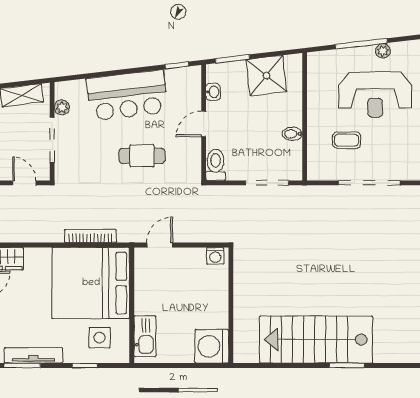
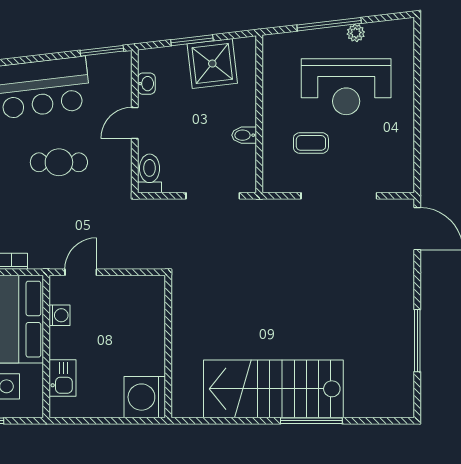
window: (233, 59) -> (192, 40), moved
window: (177, 65) -> (102, 51), width x1.50
washing machine: (215, 256) -> (60, 315), moved, turned -90
kitchen sink: (145, 336) -> (62, 378), width x0.73
window: (347, 365) -> (311, 421), width x1.44

